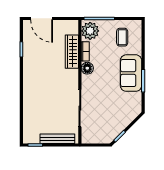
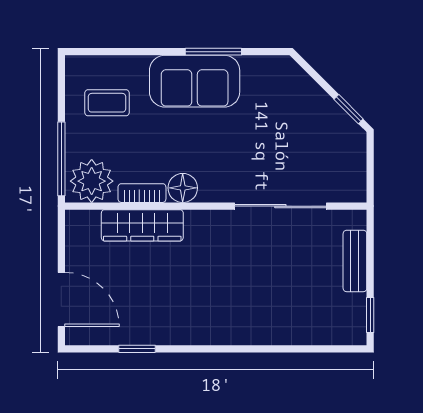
door: (42, 18) -> (61, 299), hinge flipped
bench: (57, 139) -> (355, 261), width x0.73

